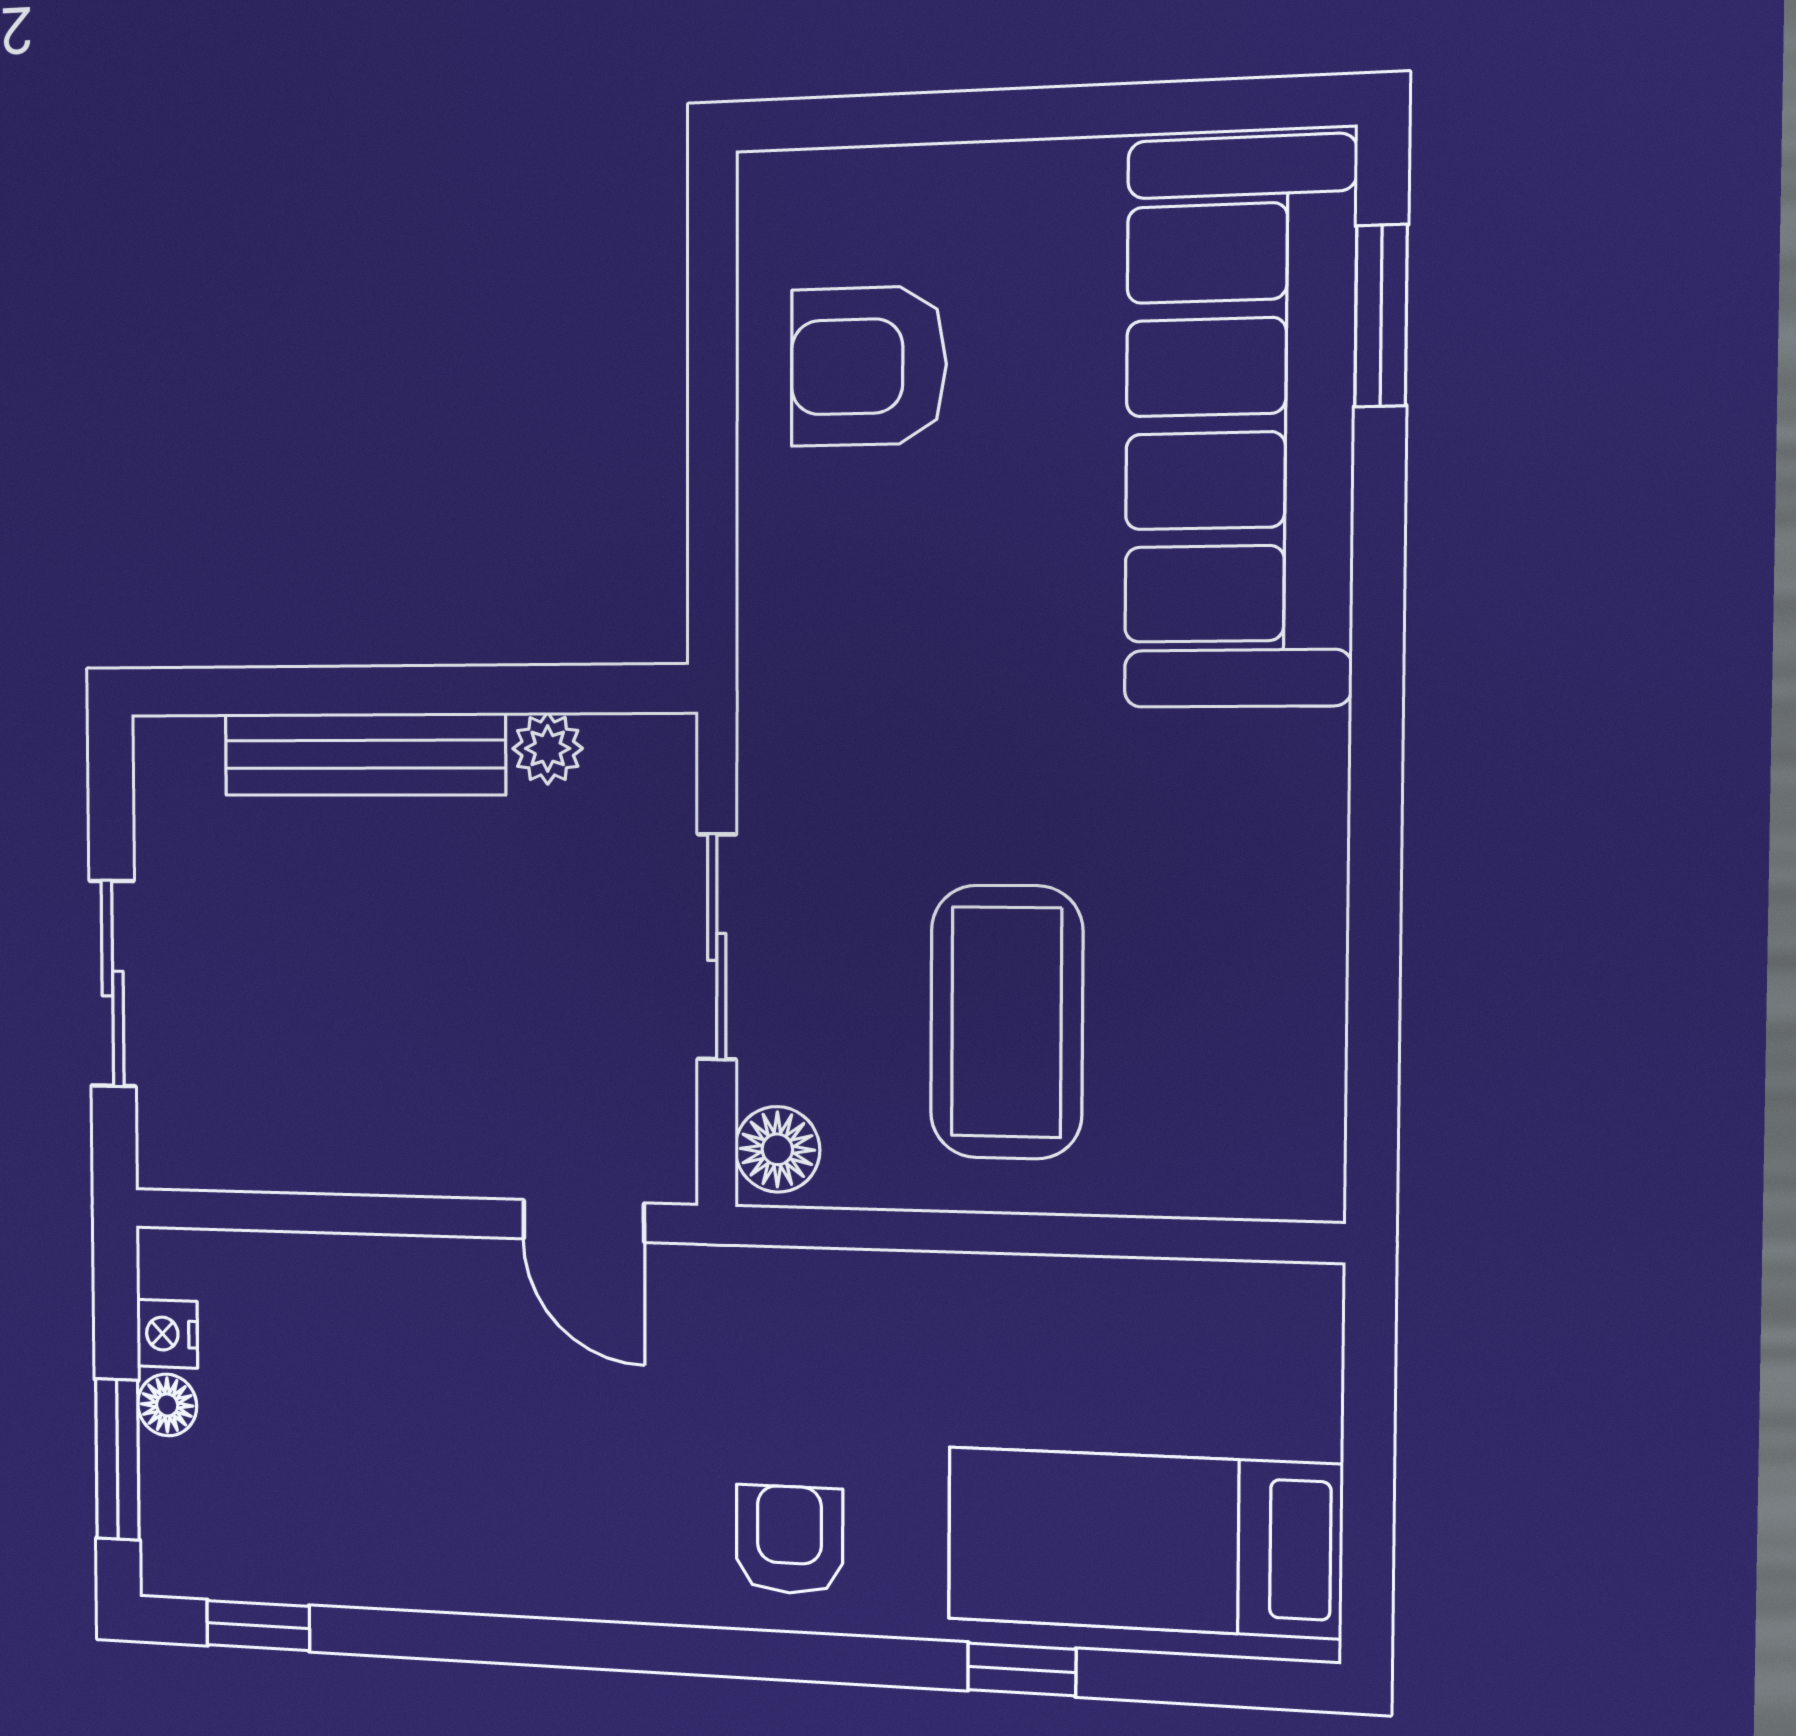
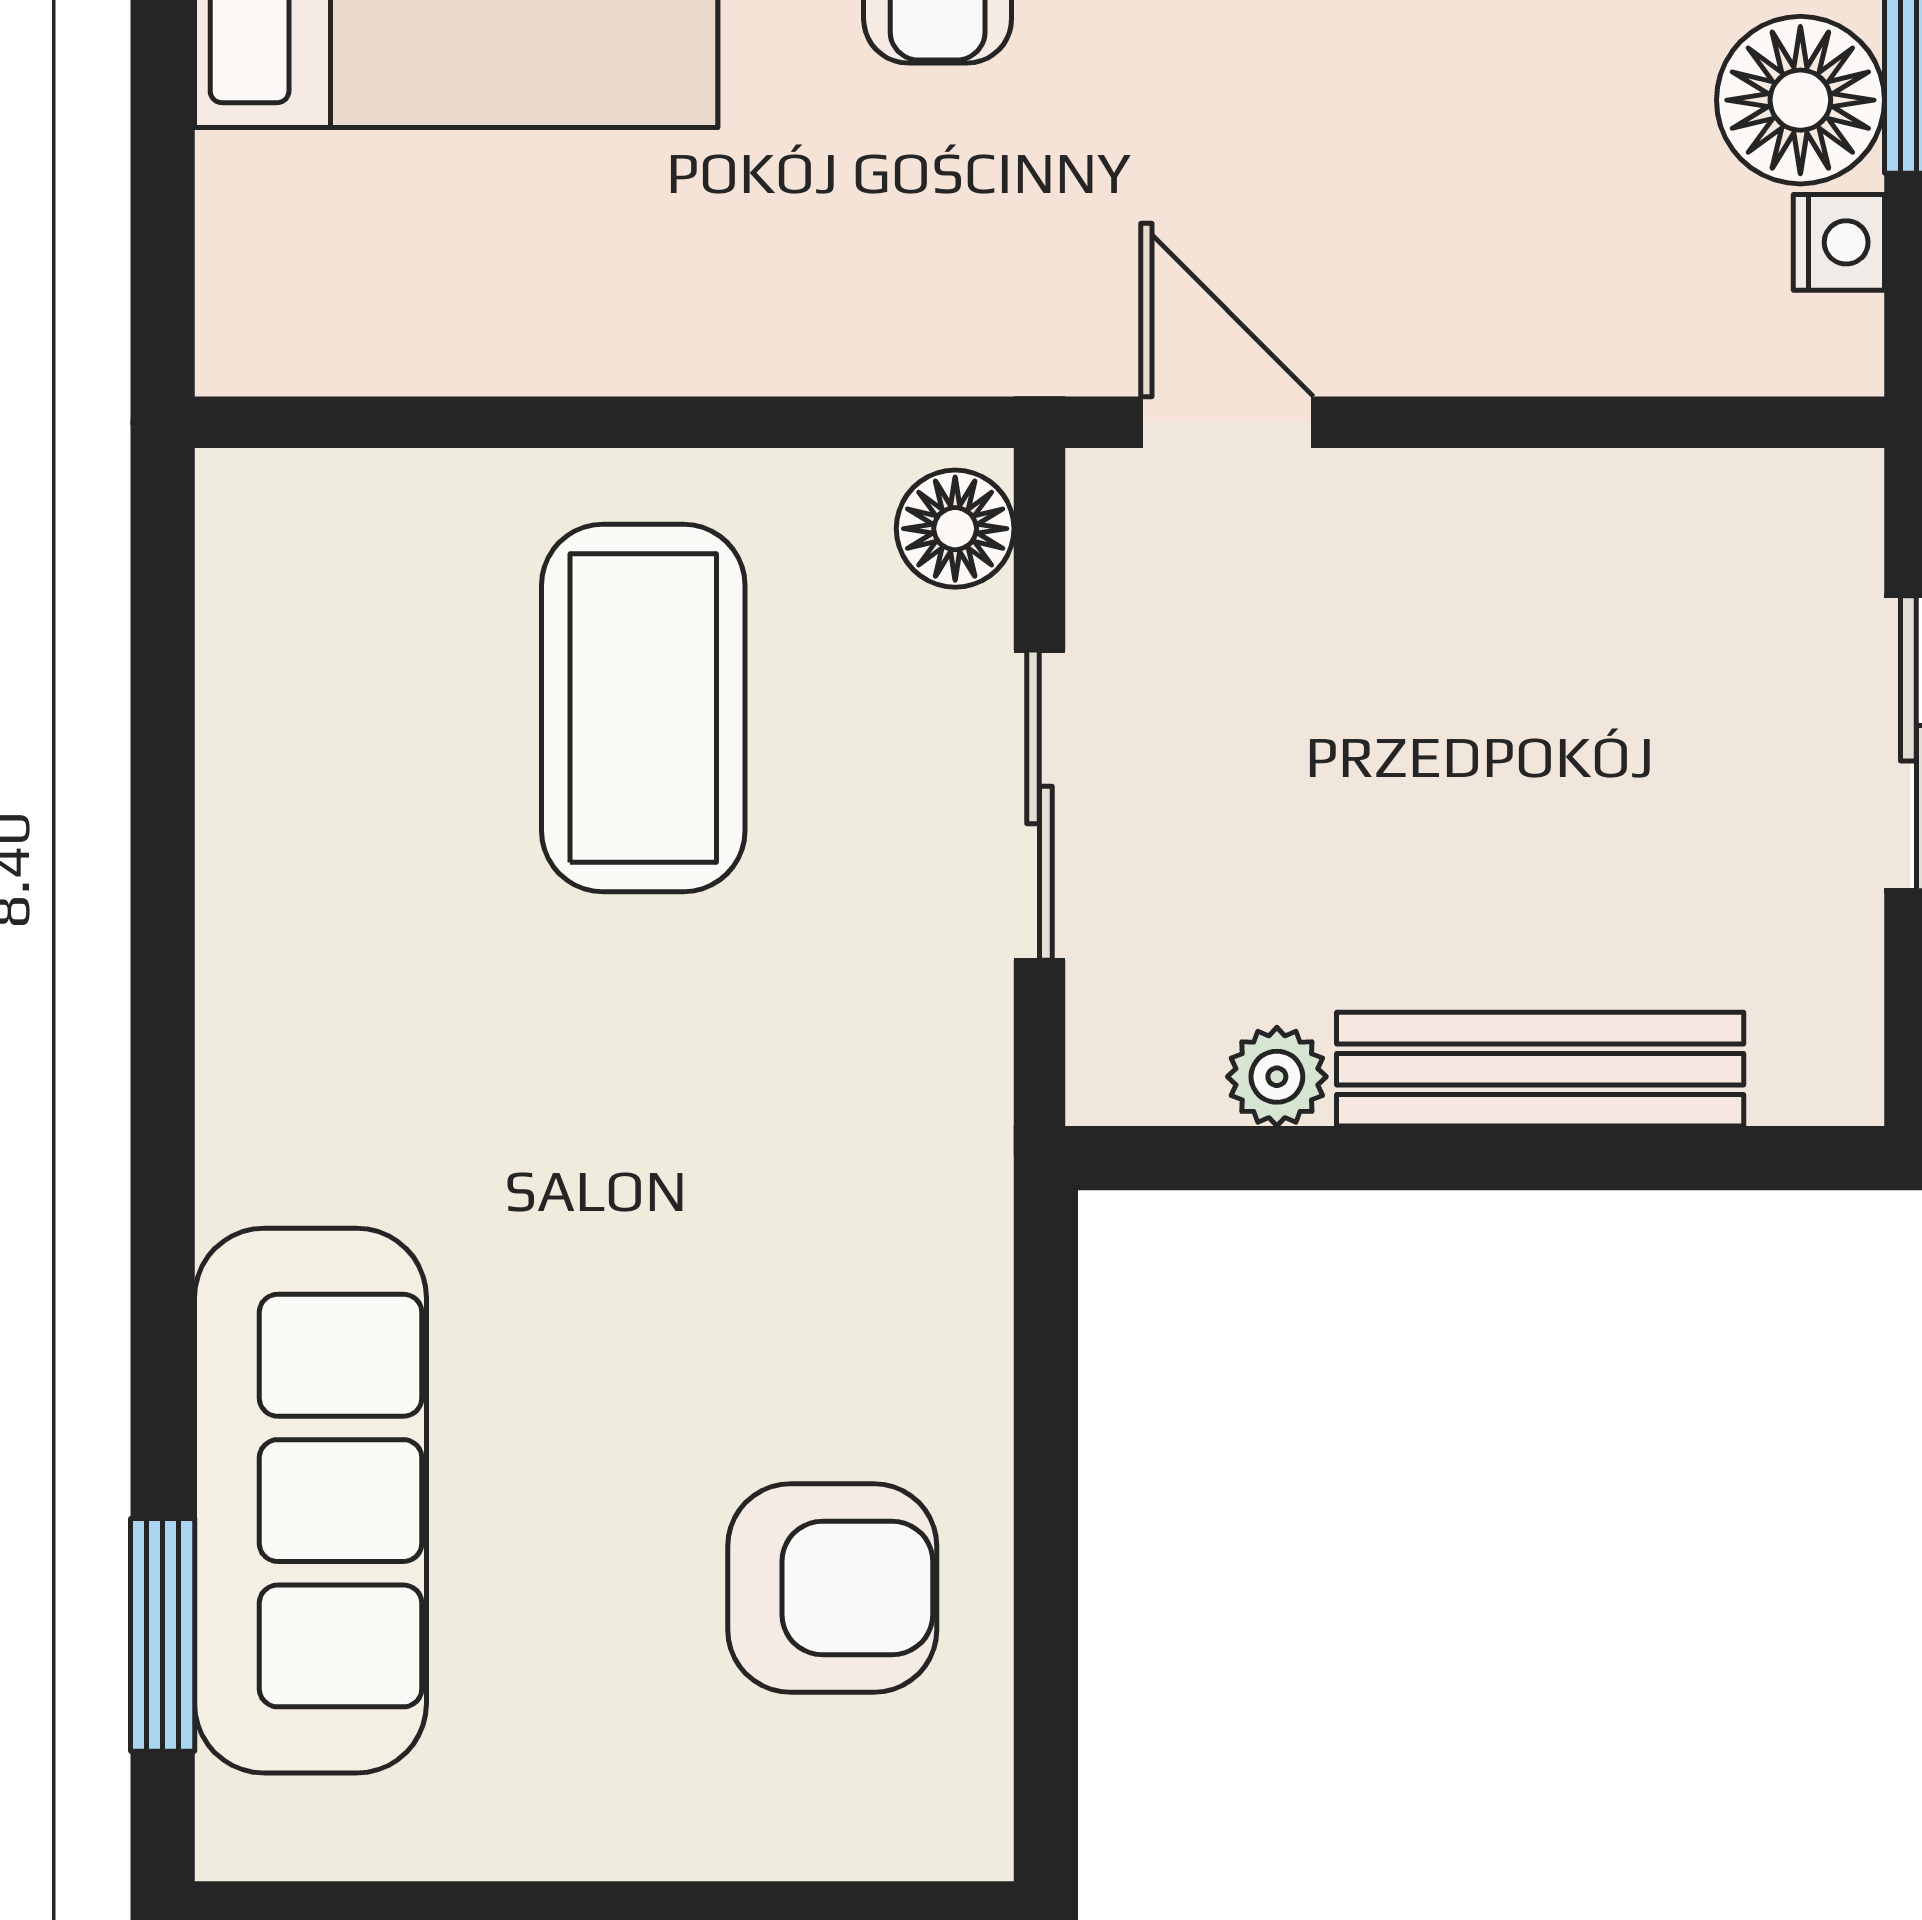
sofa: (1240, 423) -> (310, 1501), width x0.74, depth x0.79
floor lamp: (167, 1405) -> (1800, 100), width x1.89, depth x1.89

